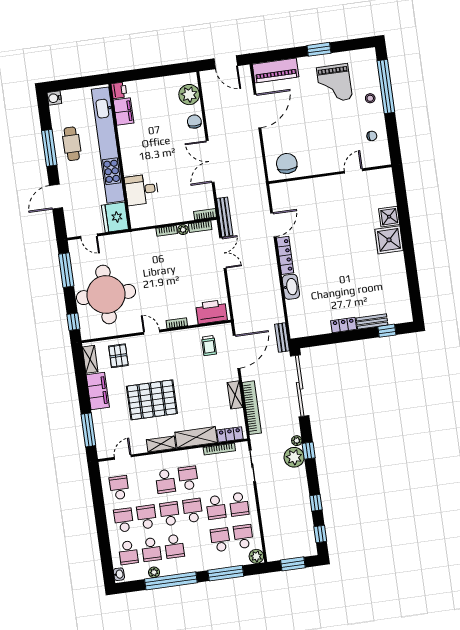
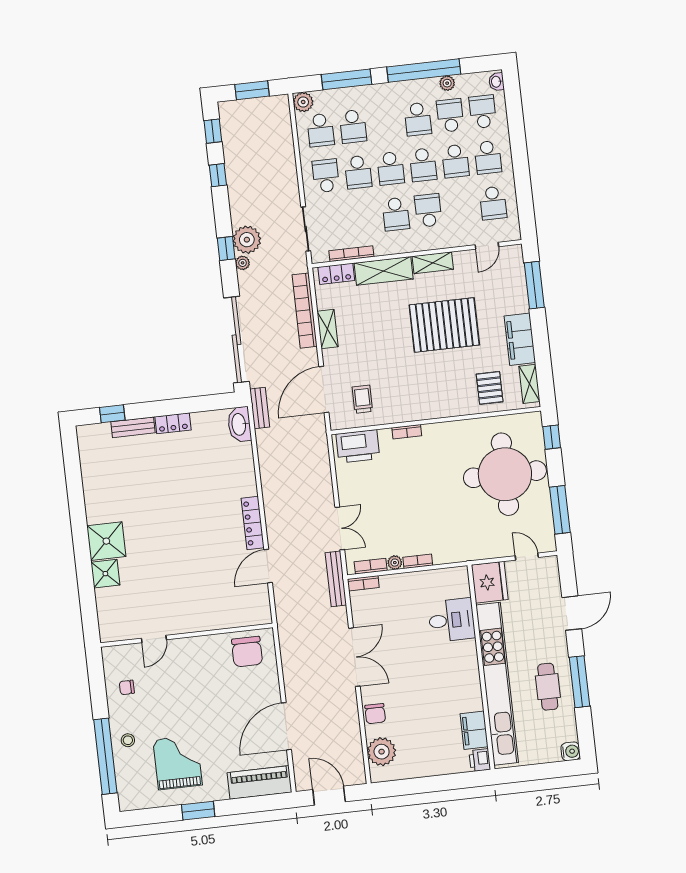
double door: (223, 253) -> (340, 528), swing flipped
washbasin: (291, 287) -> (239, 424), moved
door: (152, 332) -> (442, 420), removed
school desk: (216, 507) -> (358, 172), turned 180
school desk: (174, 546) -> (418, 119), turned 180

